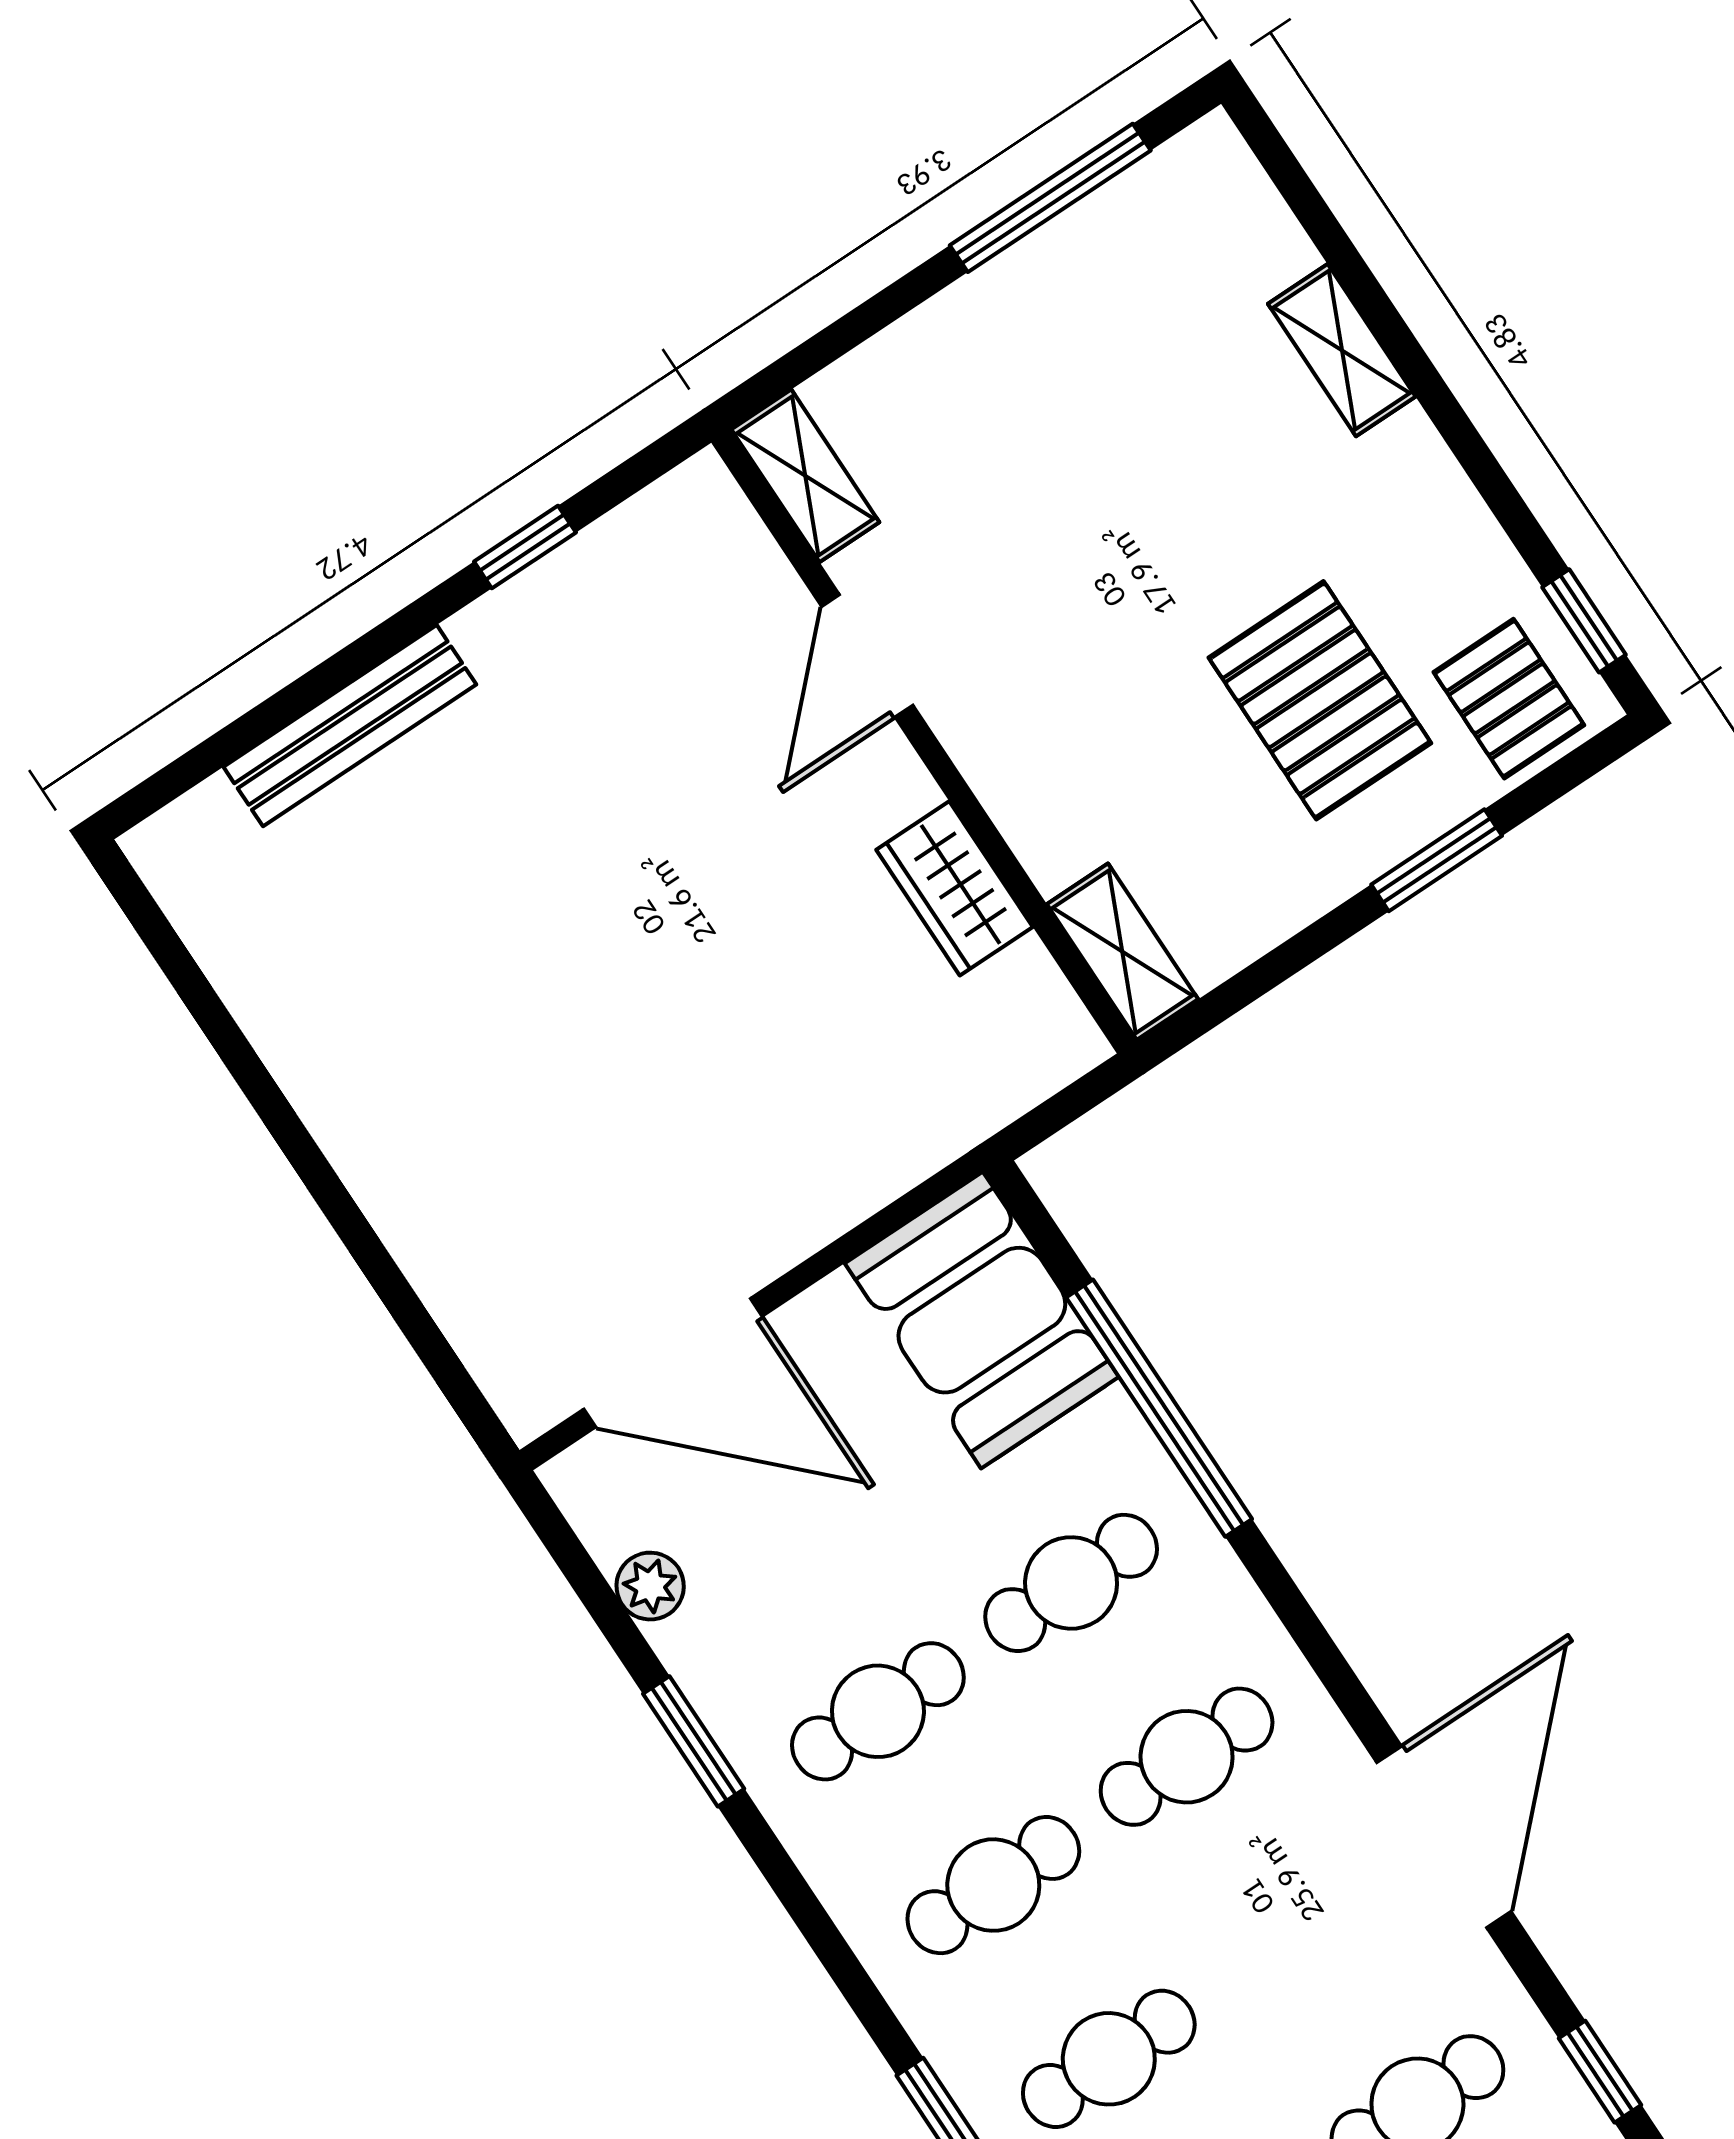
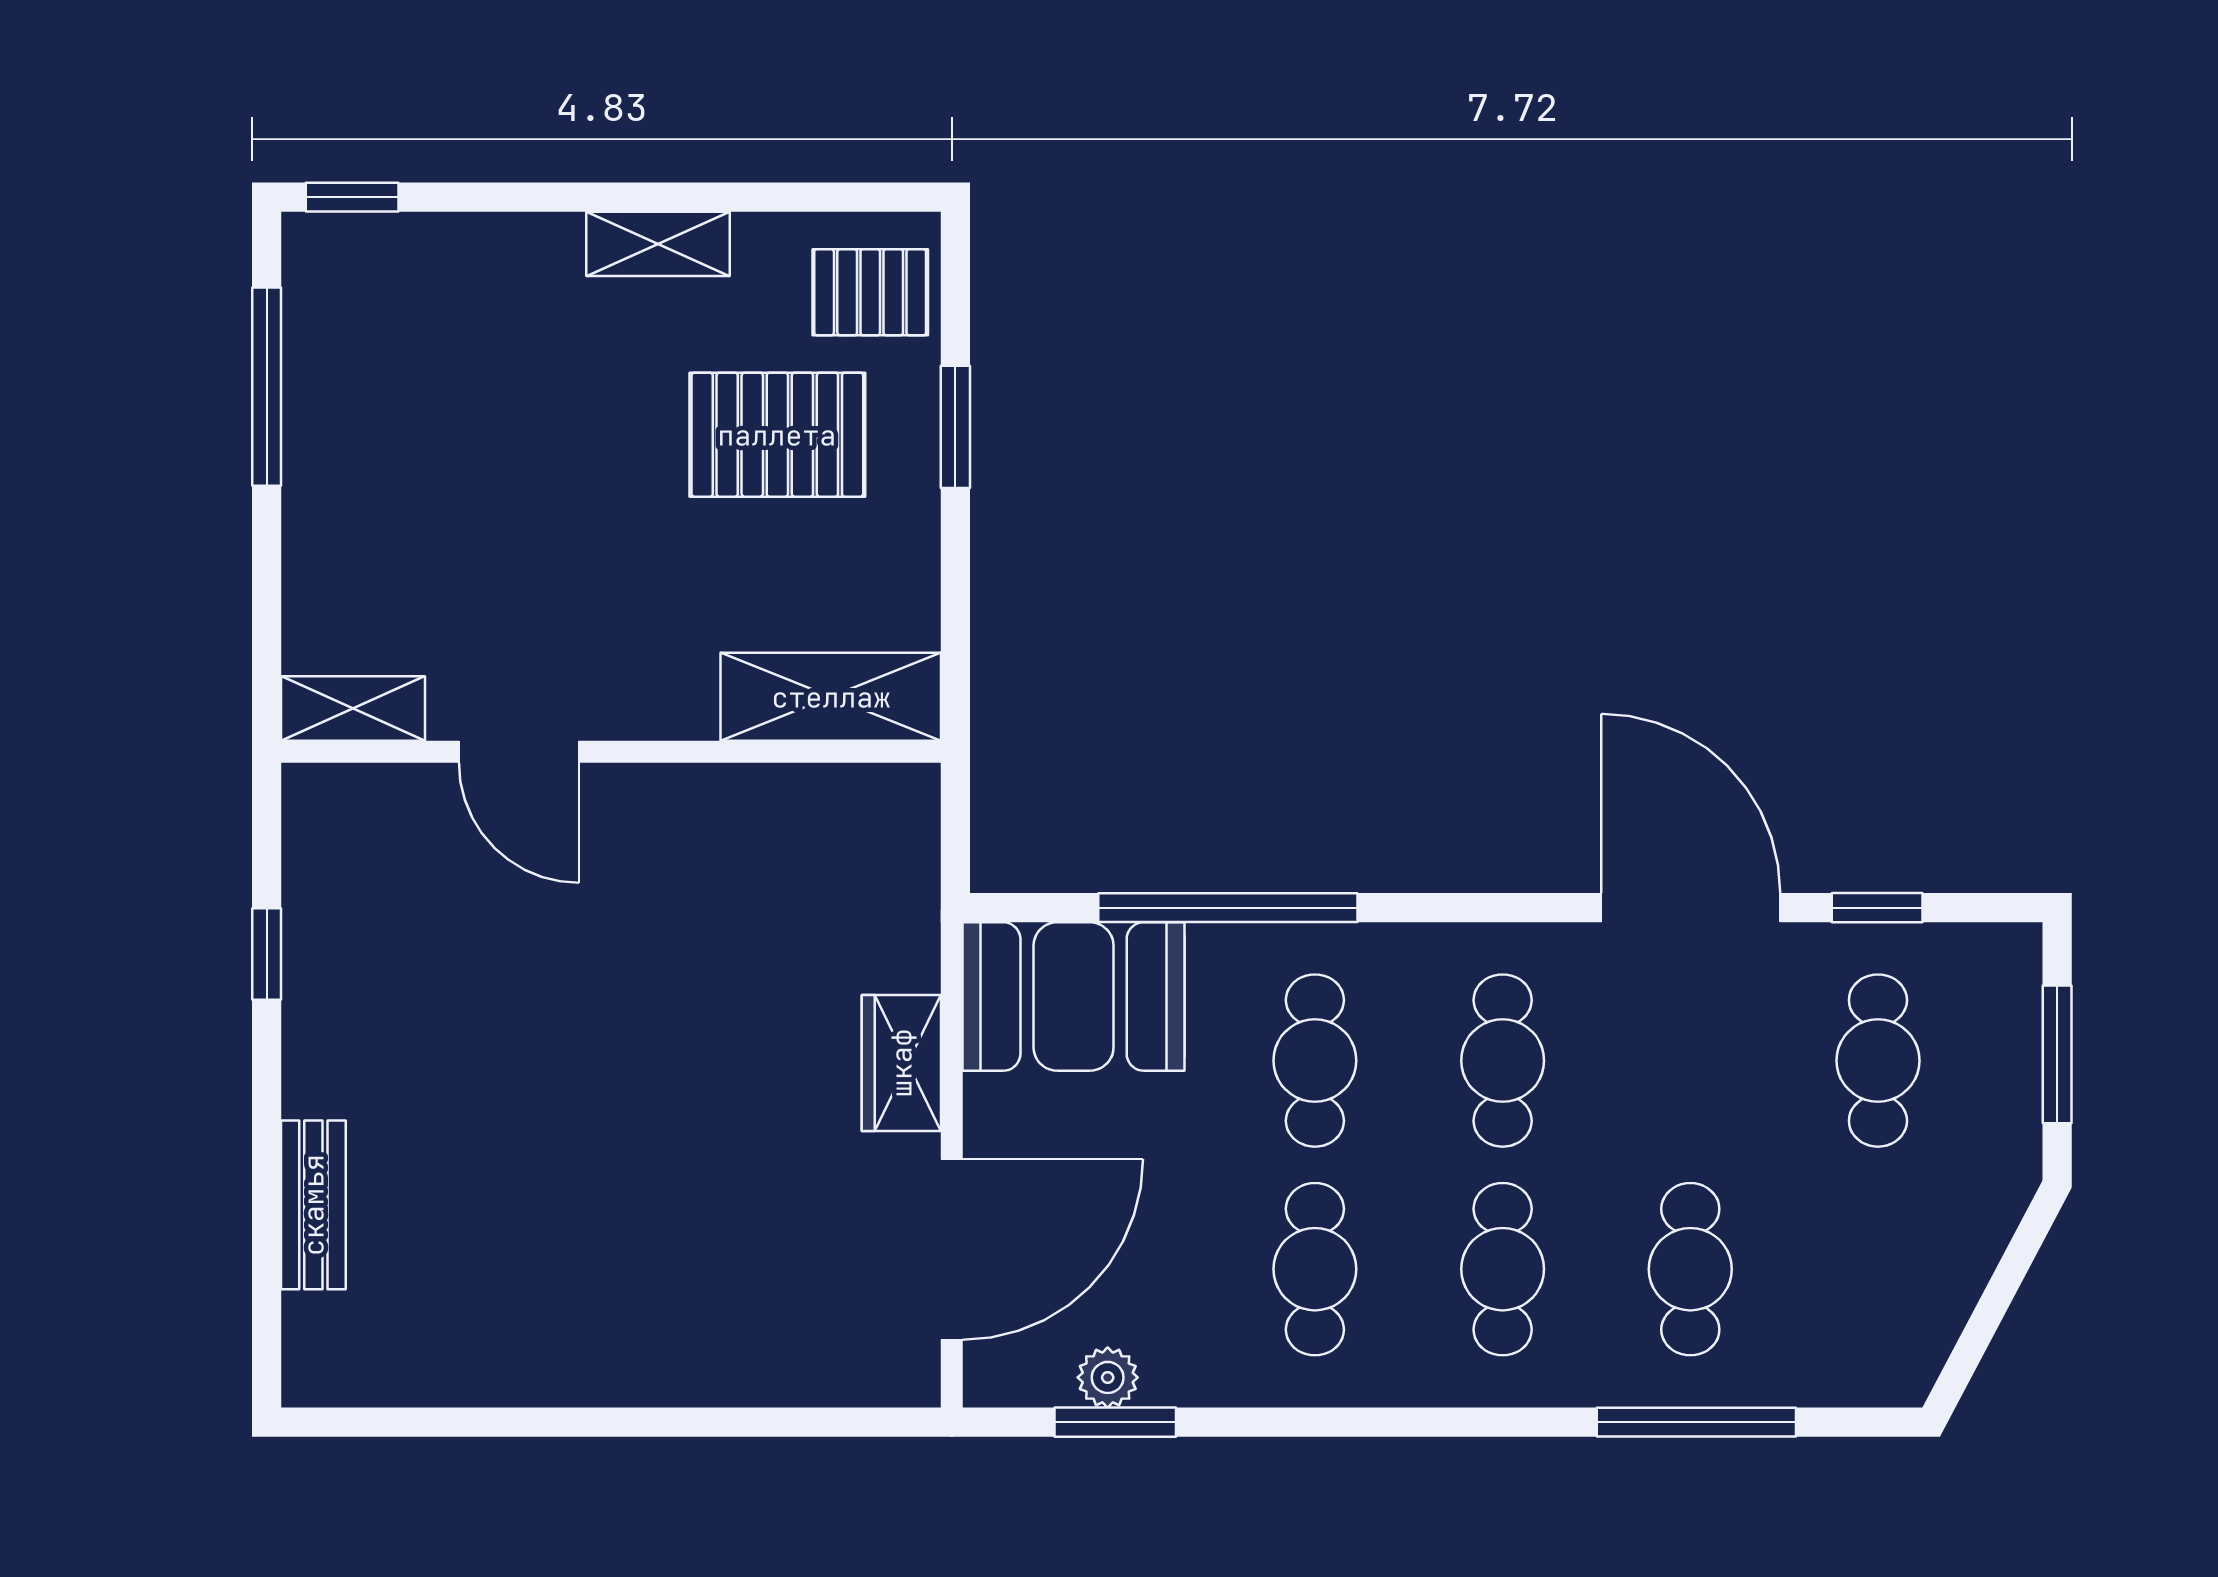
shelving: (1342, 350) -> (658, 244), moved
window: (1584, 621) -> (352, 197), moved
bench: (350, 726) -> (313, 1205), width x0.73
wardrobe: (955, 888) -> (901, 1063), moved, turned 90
shelving: (1122, 952) -> (831, 697), width x1.50, depth x1.33
window: (694, 1741) -> (1115, 1422), moved
window: (1600, 2072) -> (1877, 908), moved

